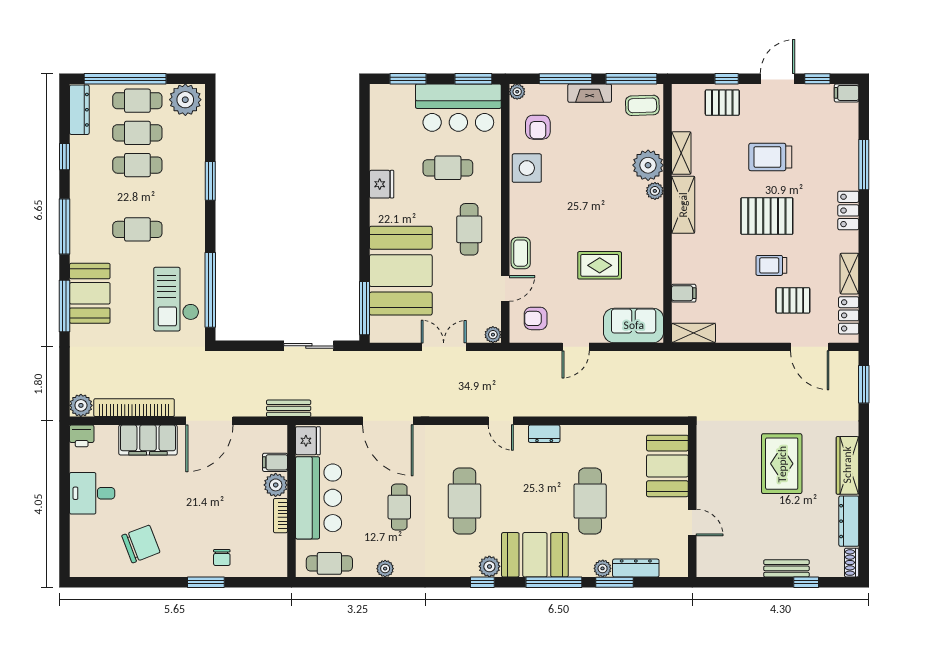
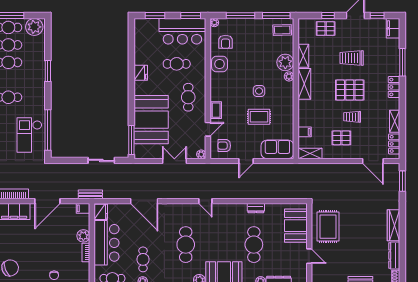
fireplace: (590, 93) -> (254, 23), removed
filing cabinet: (847, 93) -> (393, 28), width x2.00
side table: (600, 218) -> (259, 91), added
pallet: (793, 300) -> (341, 138), moved
dresser: (544, 434) -> (256, 208), moved
filing cabinet: (275, 462) -> (83, 208), moved
rug: (782, 464) -> (328, 227), moved
cafe table: (399, 507) -> (143, 259), moved

